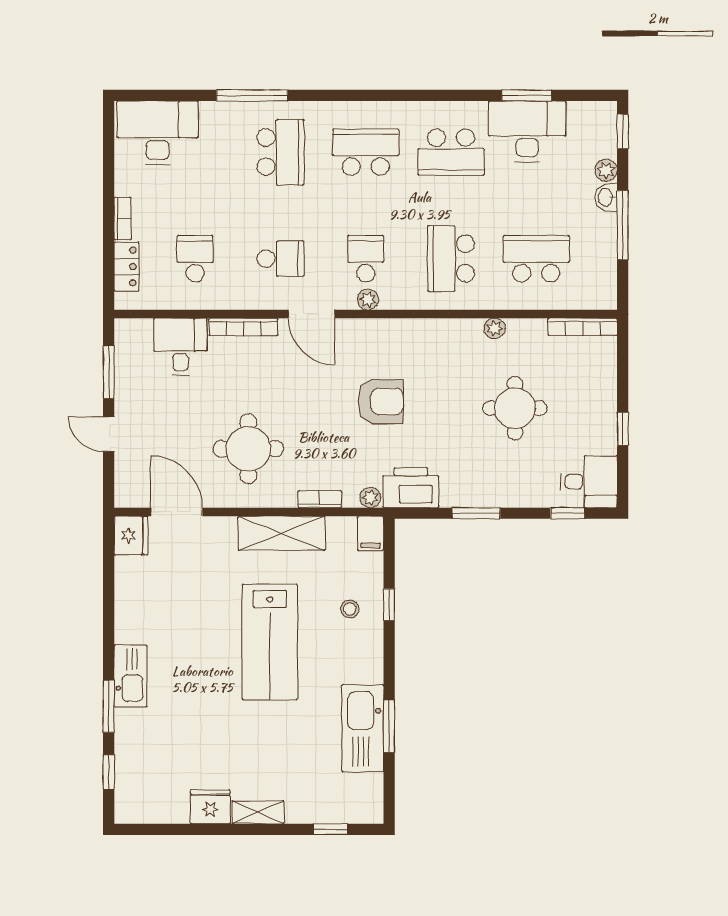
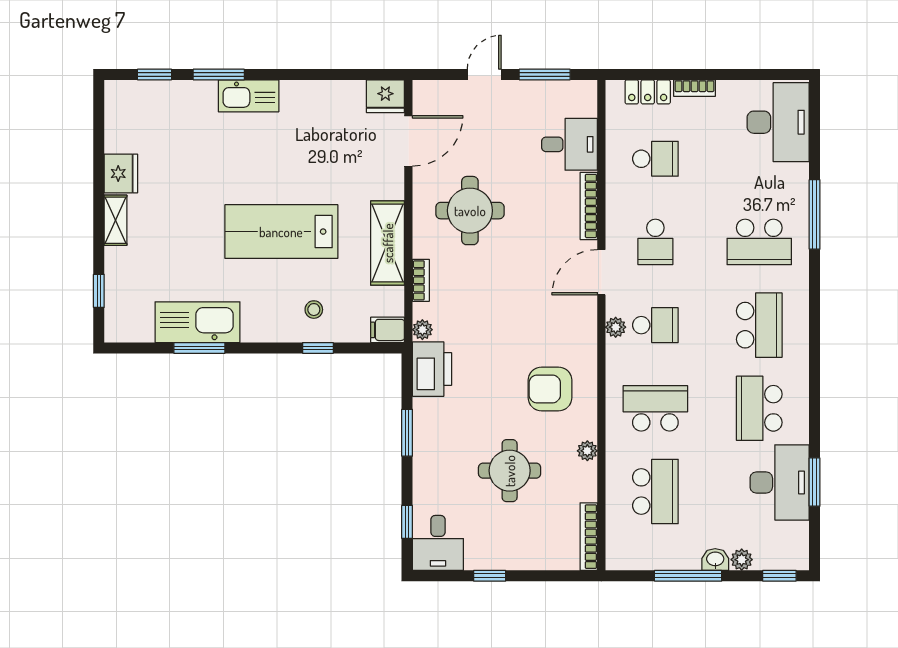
armchair: (381, 401) -> (550, 389), moved, turned 90

